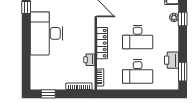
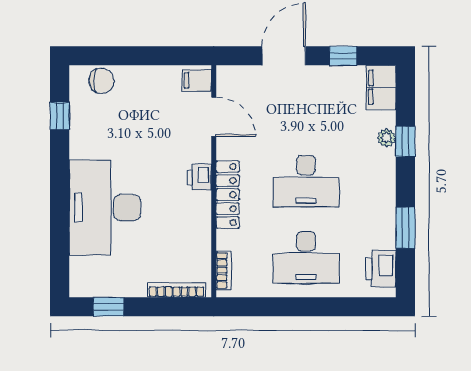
desk: (47, 33) -> (105, 208), moved
printer: (89, 60) -> (199, 177), moved
printer: (171, 60) -> (381, 269), moved
window: (183, 72) -> (405, 228), moved

